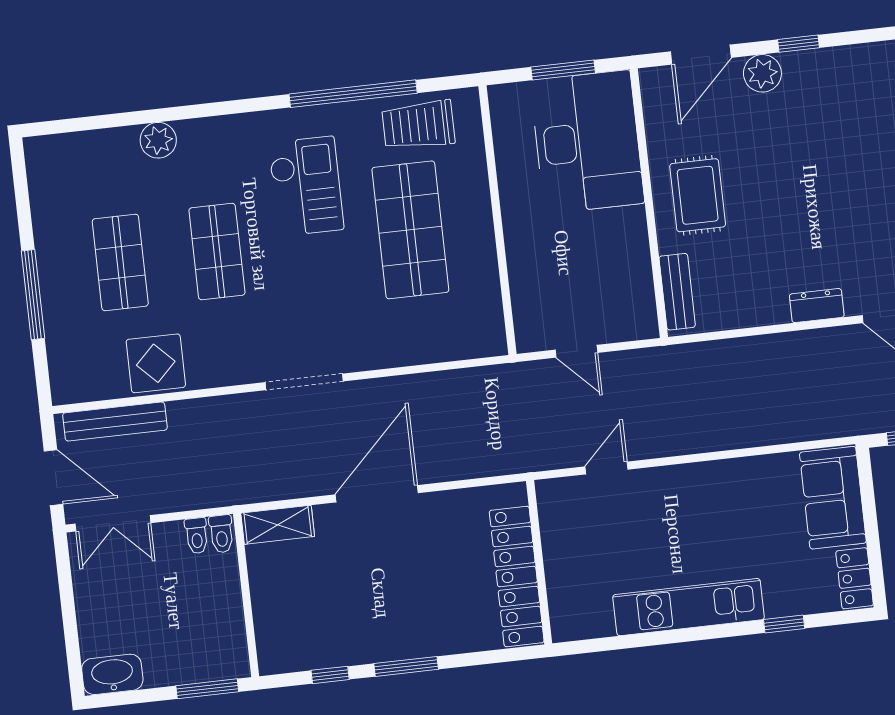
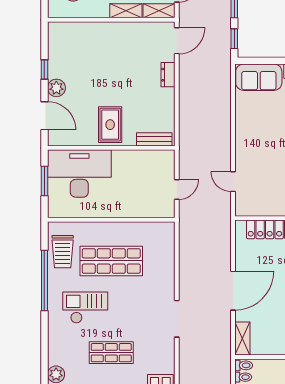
rug: (698, 195) -> (110, 125), turned 90
door: (377, 494) -> (233, 291), swing flipped

